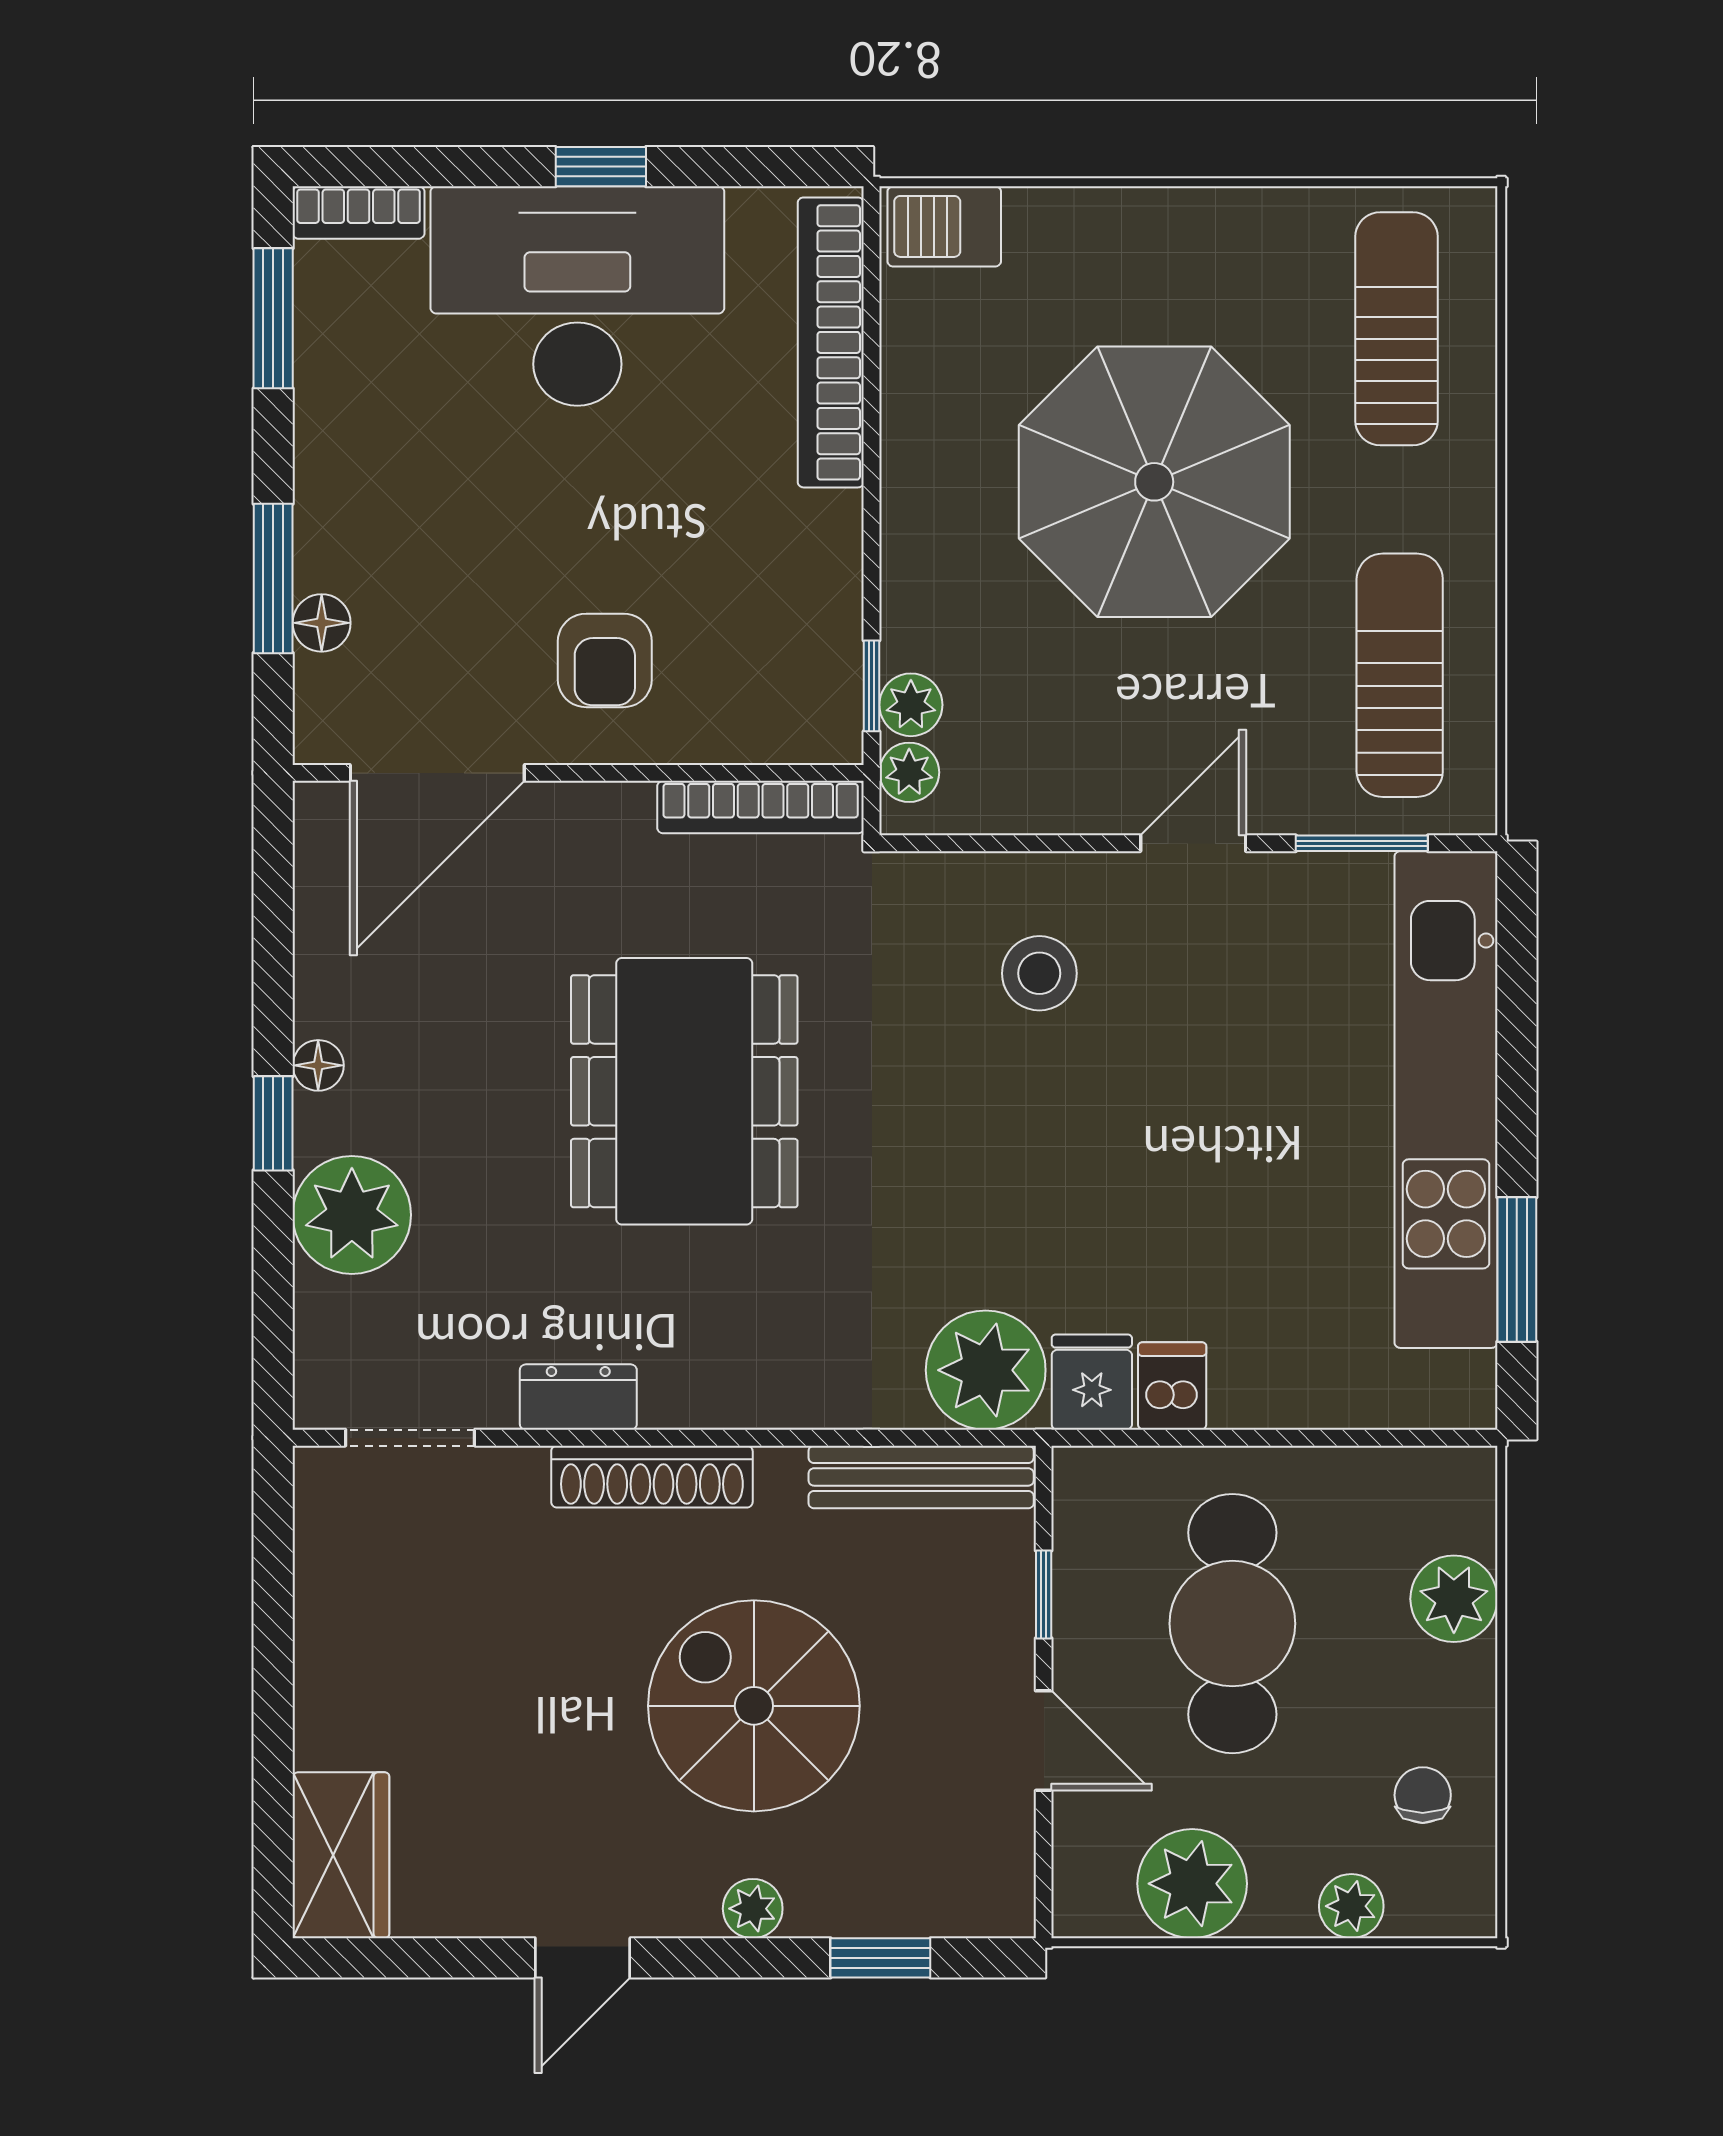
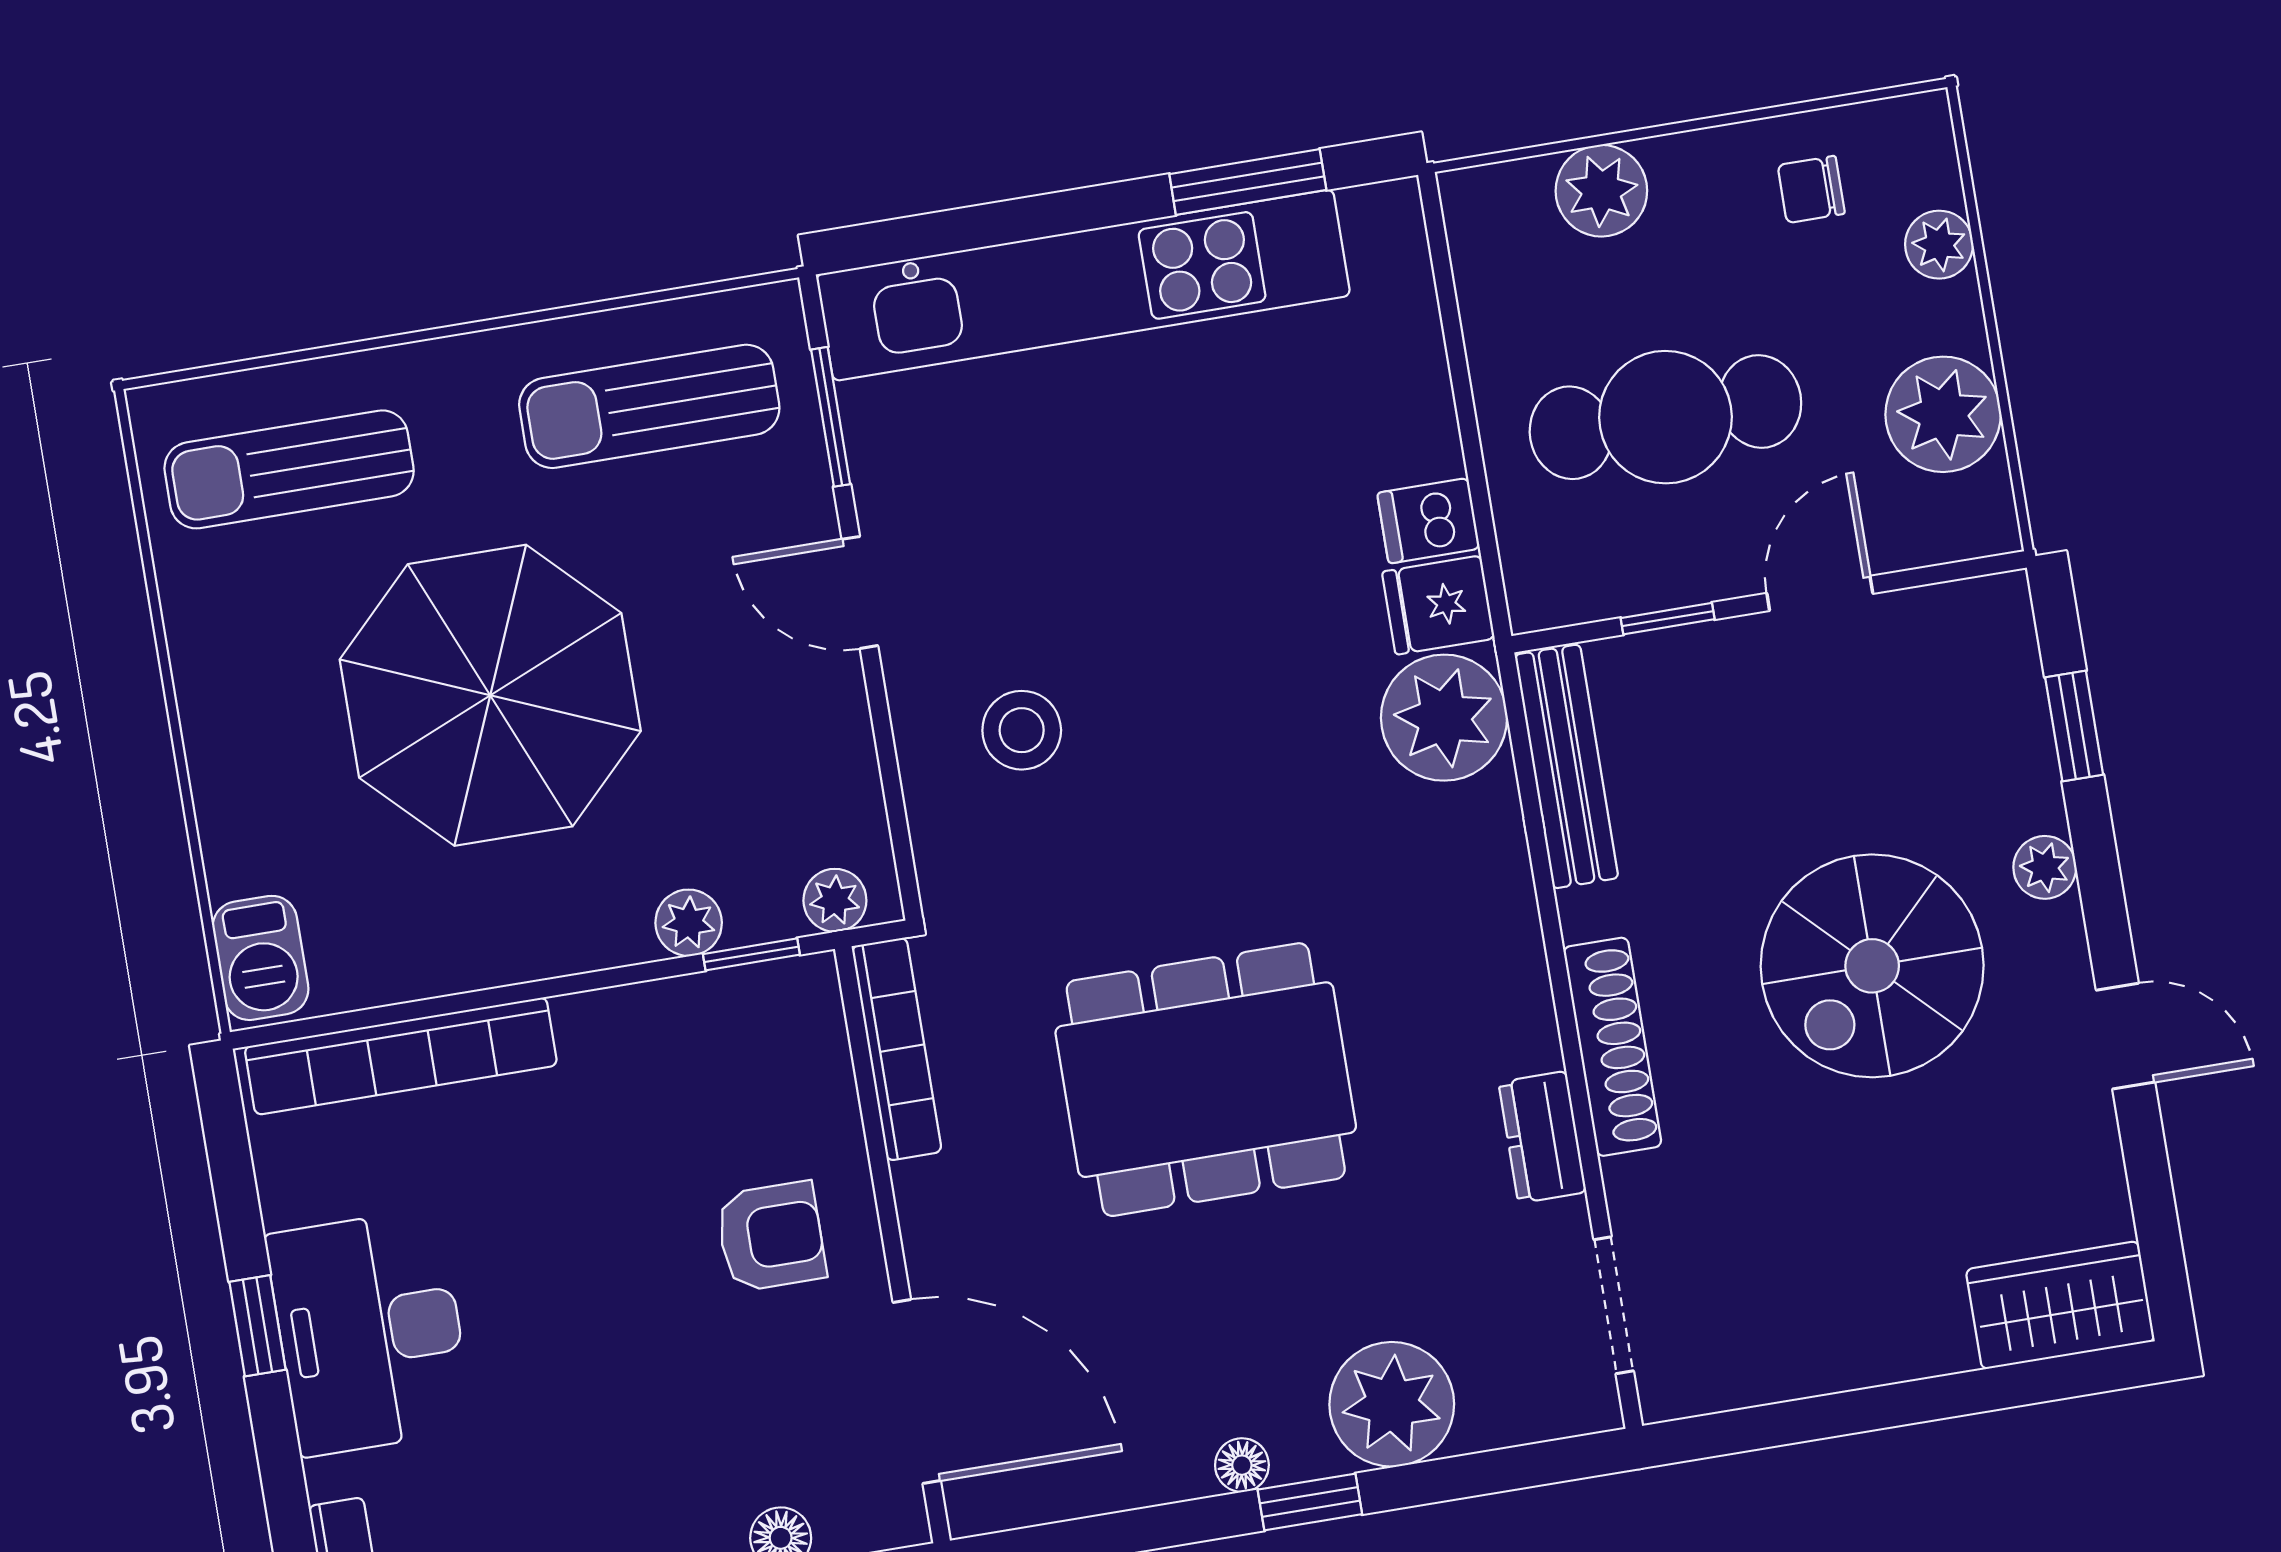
desk: (577, 296) -> (370, 1332), width x0.73, depth x0.77
plant: (911, 705) -> (689, 923), moved
spiral stairs: (754, 1706) -> (1872, 966), moved

